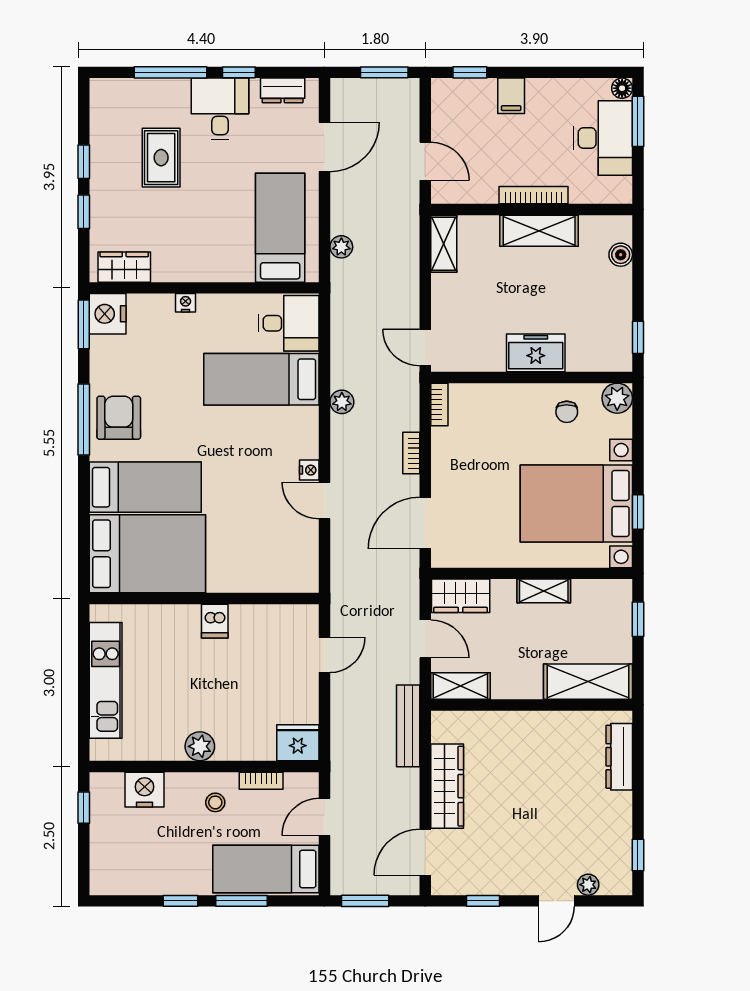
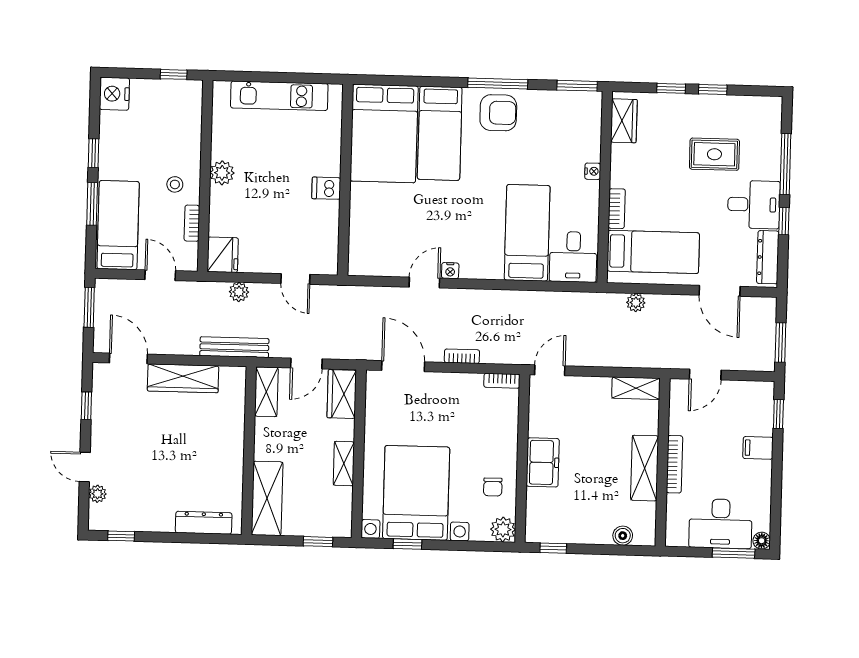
dresser: (283, 90) -> (768, 257), width x1.44
bookcase: (229, 273) -> (617, 209), added
nightstand: (108, 314) -> (585, 106), removed
plant: (342, 402) -> (239, 292), moved
chair: (567, 412) -> (493, 487), turned -90
nightstand: (145, 790) -> (114, 94), moved, turned 180

